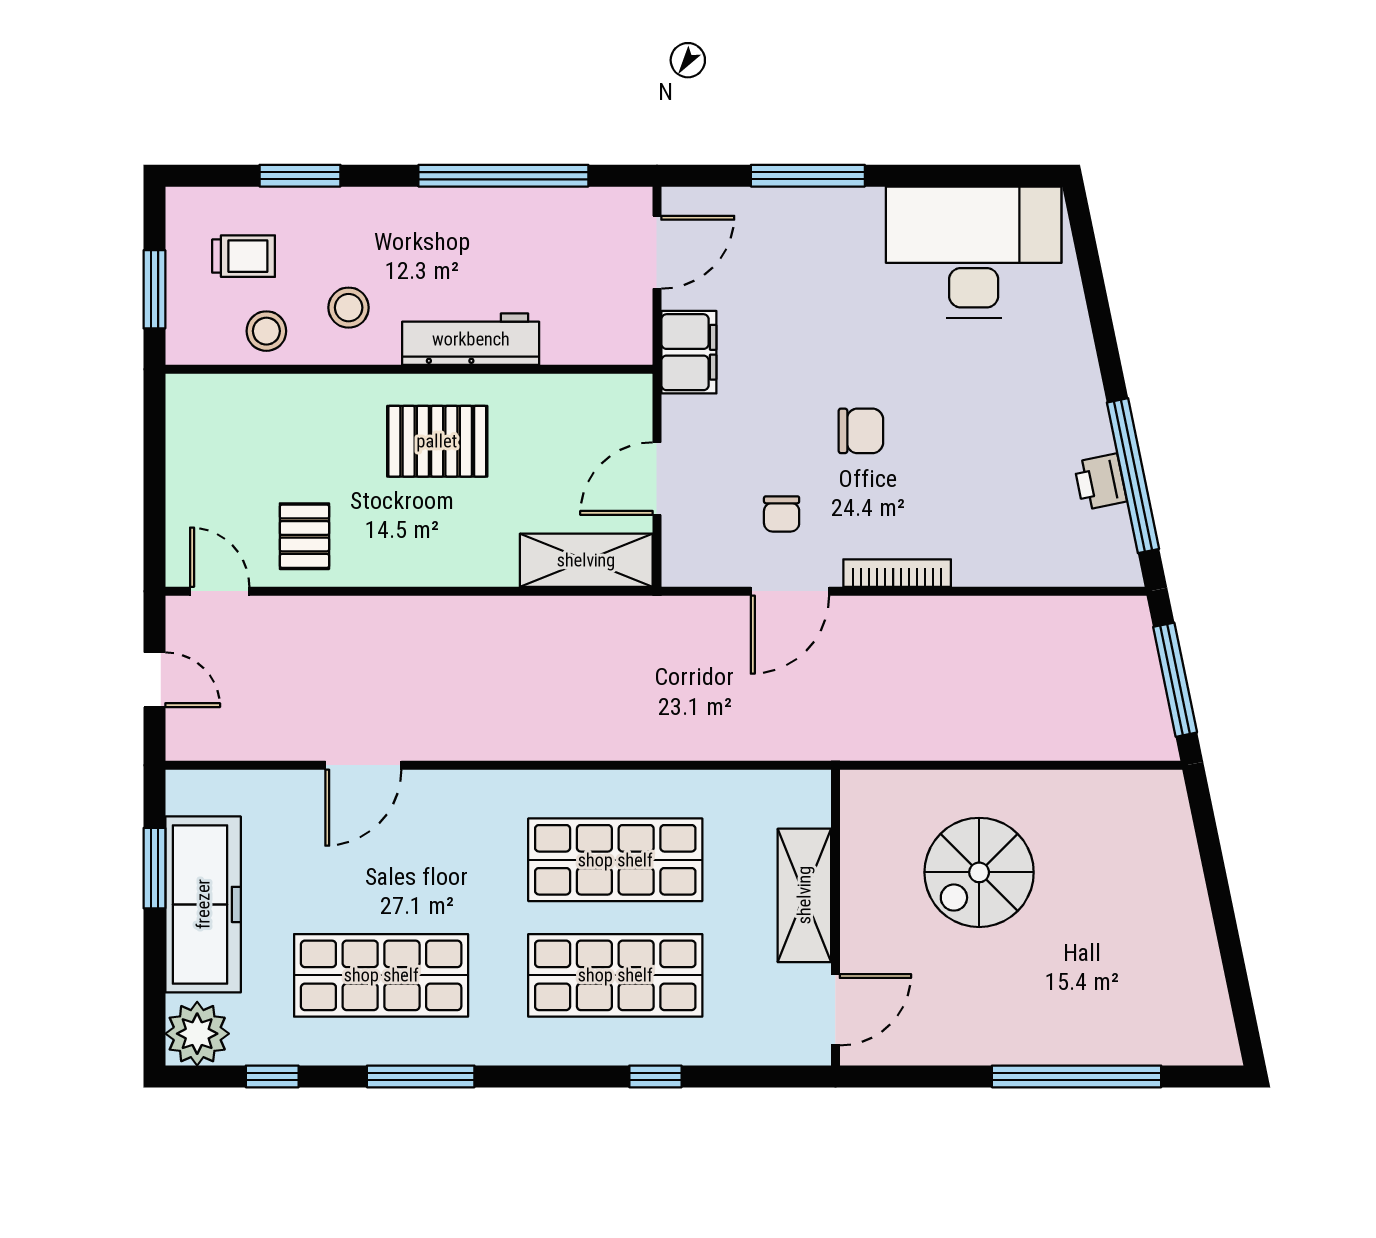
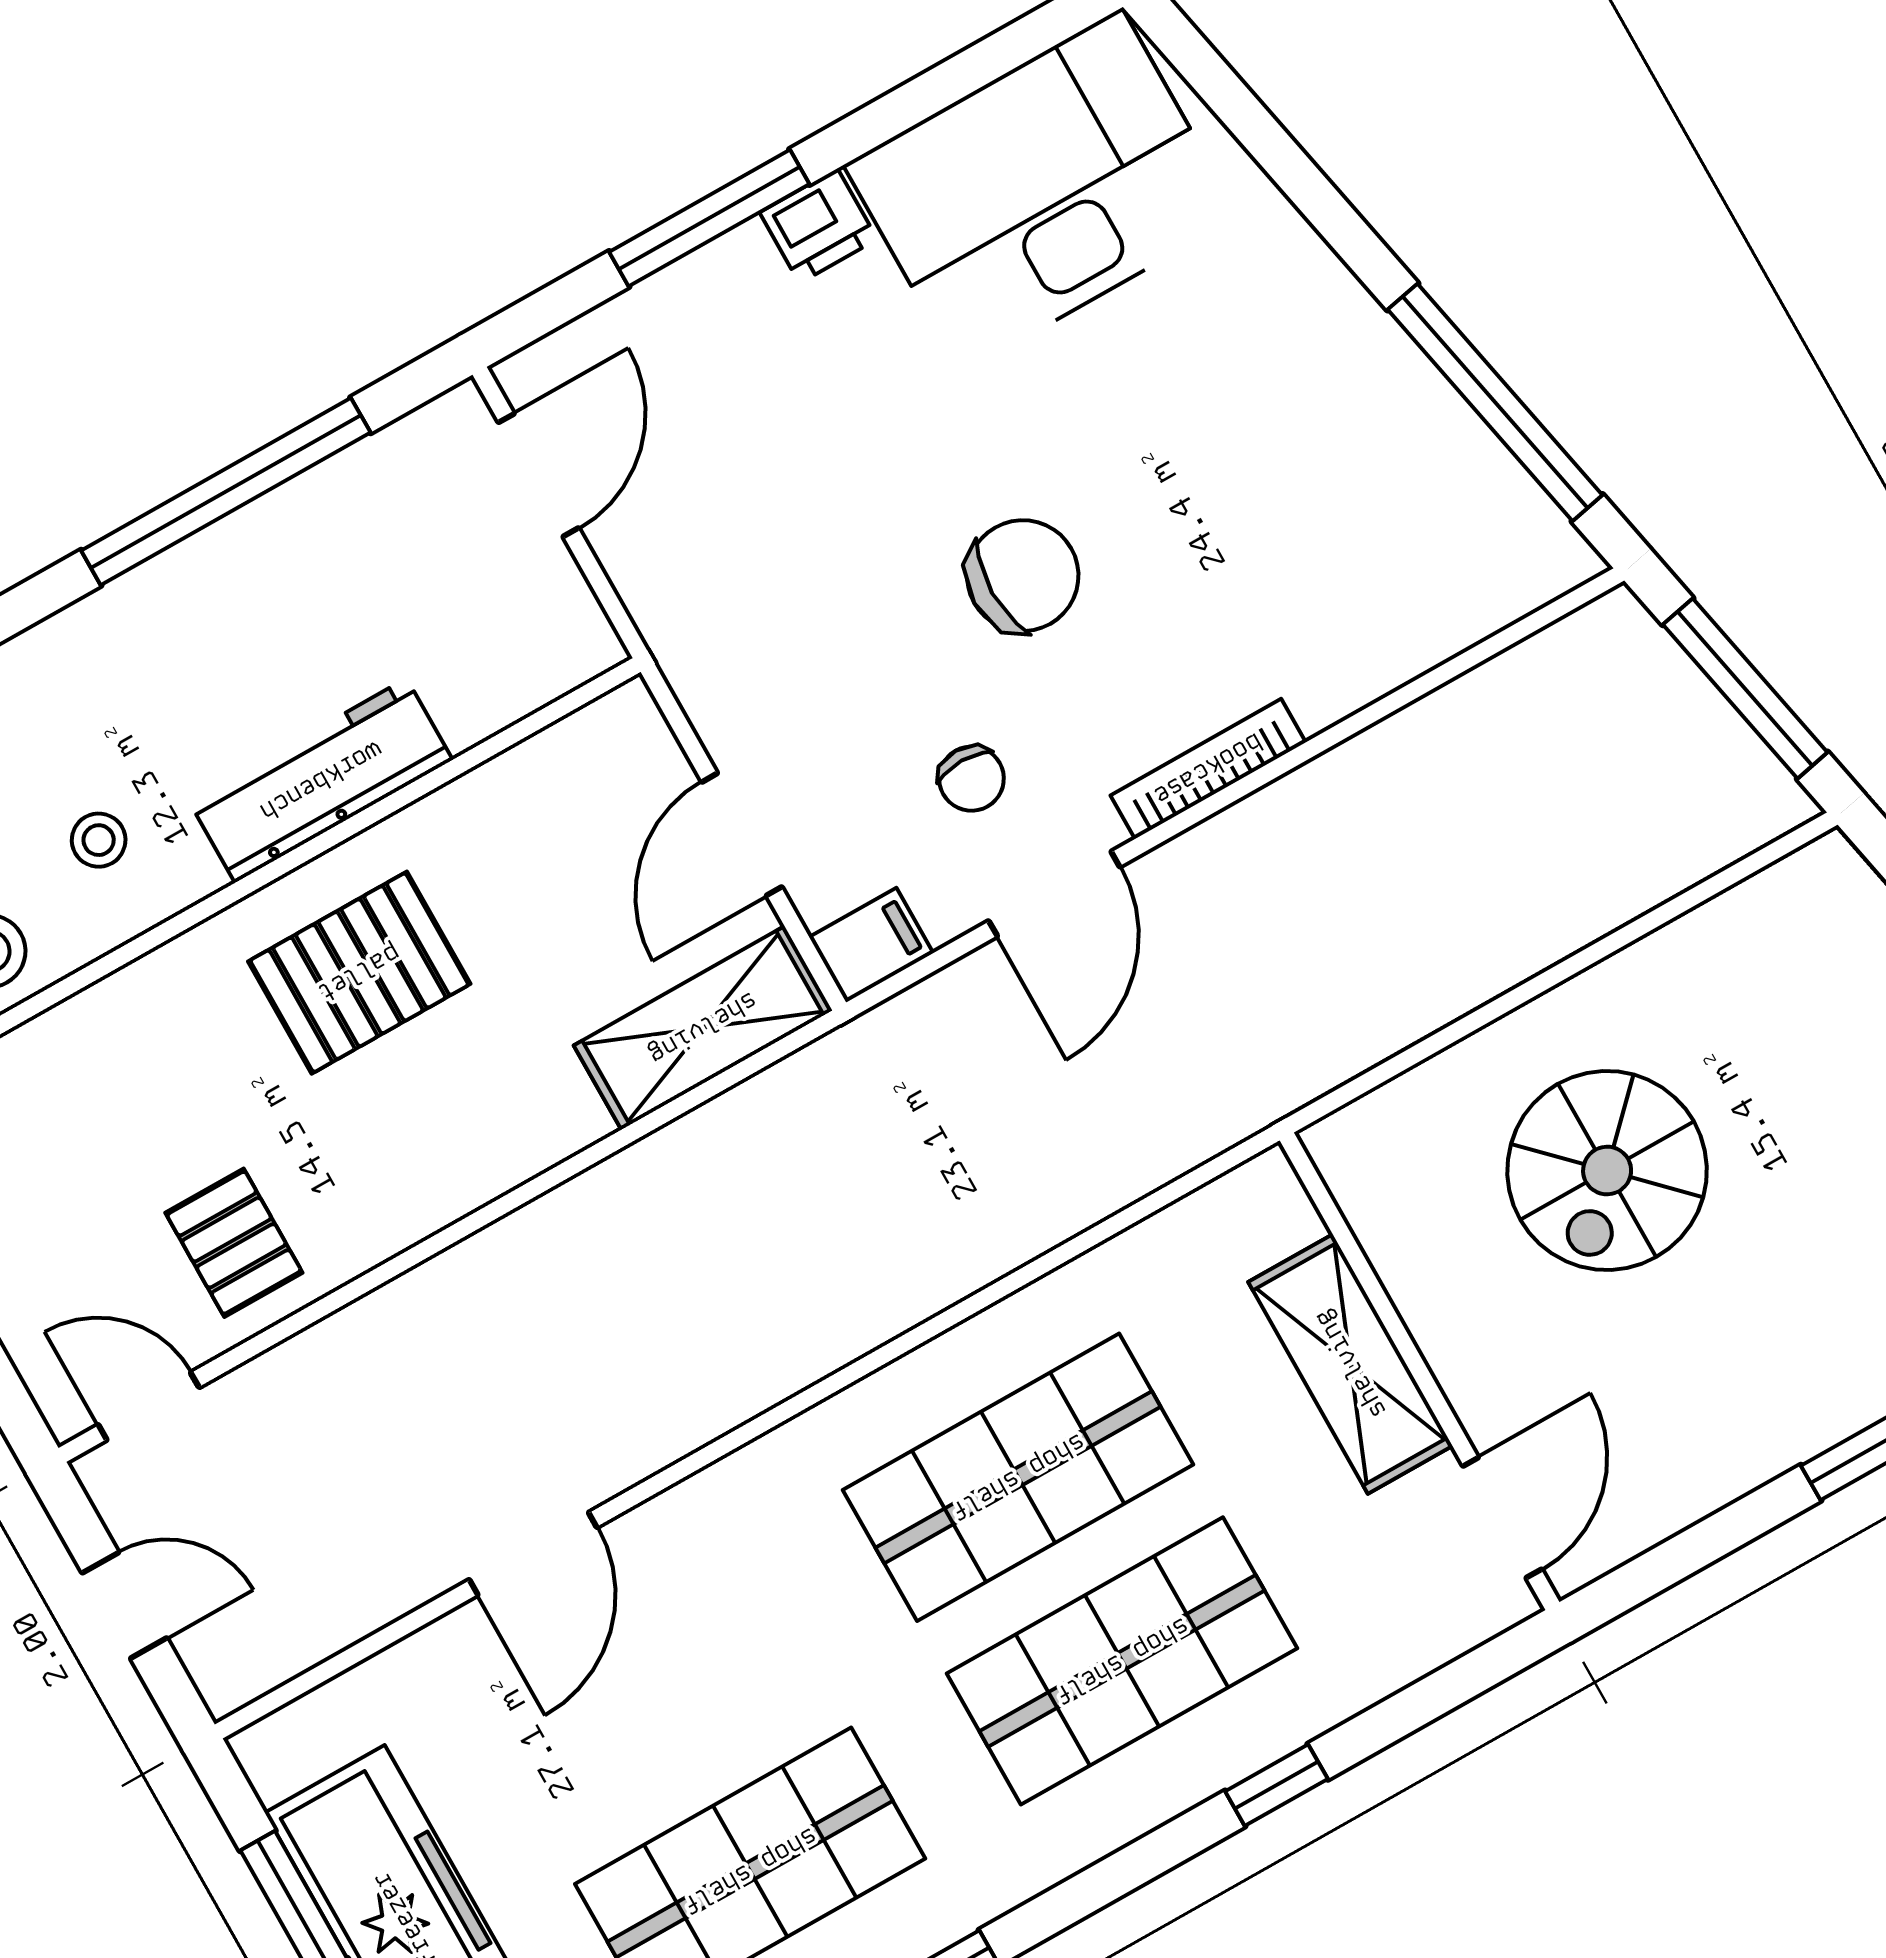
stool: (349, 308) -> (99, 840), width x0.73, depth x0.73
filing cabinet: (689, 352) -> (871, 945), moved, width x0.50
chair: (861, 431) -> (1023, 576), width x1.37, depth x1.37
printer: (1100, 482) -> (818, 226), moved, turned -78

